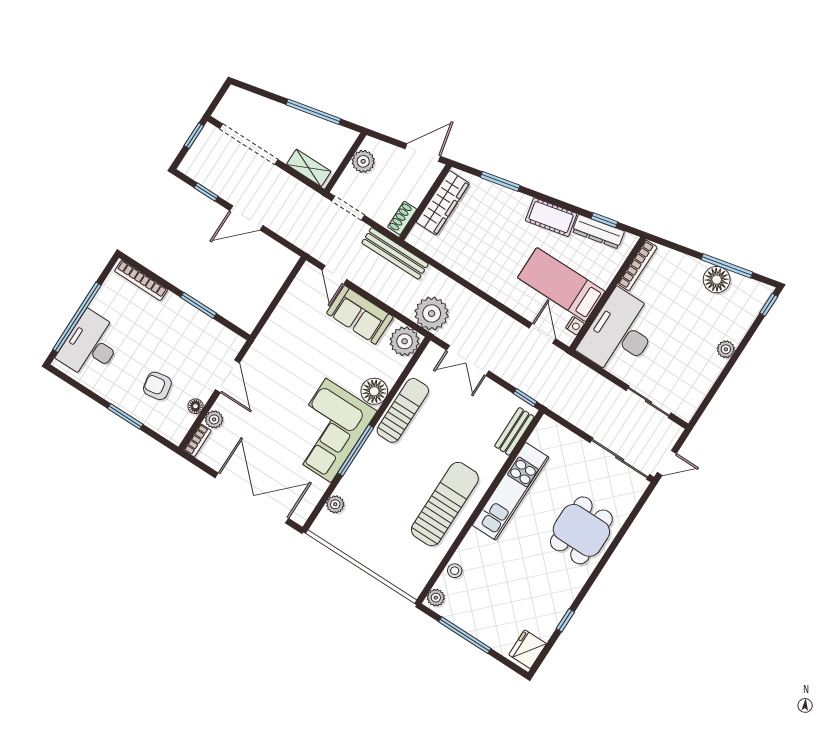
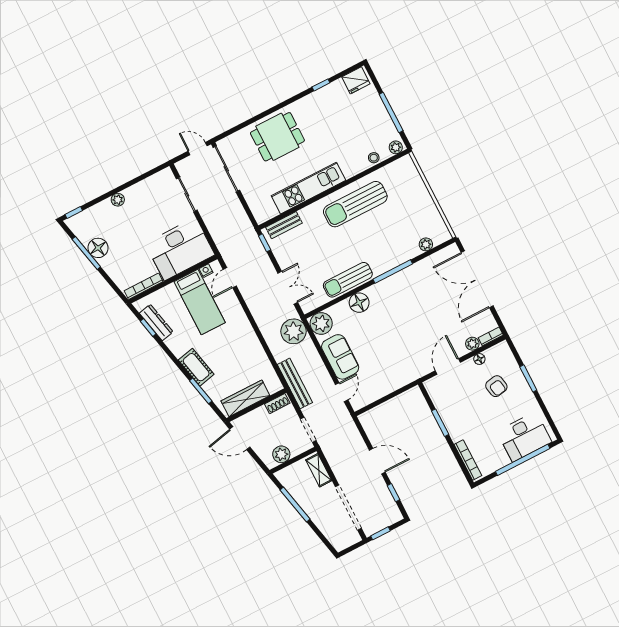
cot: (551, 217) -> (196, 367), moved
corner sofa: (328, 430) -> (403, 294), removed

